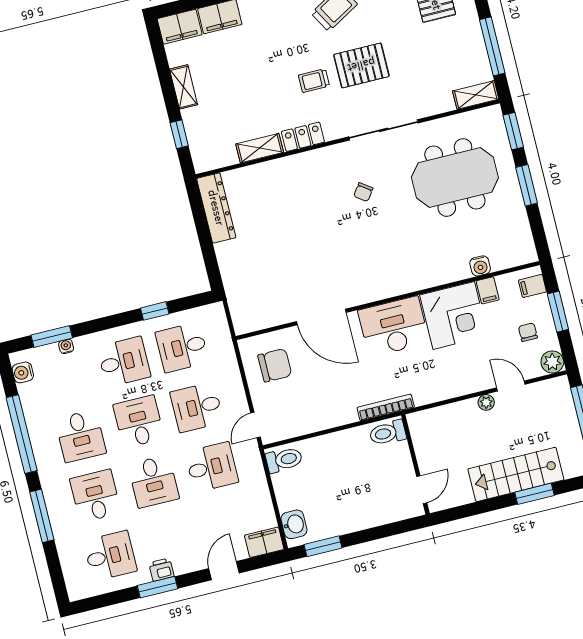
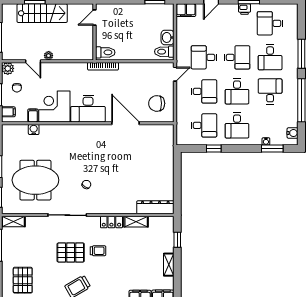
dresser: (216, 208) -> (155, 207), moved, turned 90
desk: (124, 362) -> (237, 125), turned -90
desk: (154, 481) -> (237, 57), turned 90
washbasin: (294, 524) -> (168, 37), moved

